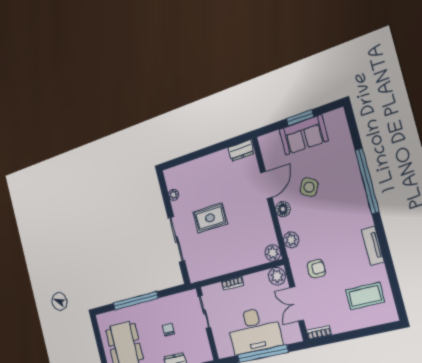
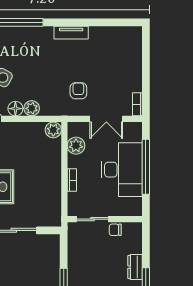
plant: (291, 240) -> (32, 108), moved
plant: (277, 276) -> (76, 146), moved
coffee table: (365, 296) -> (114, 52), removed
chair: (168, 330) -> (115, 230), moved

